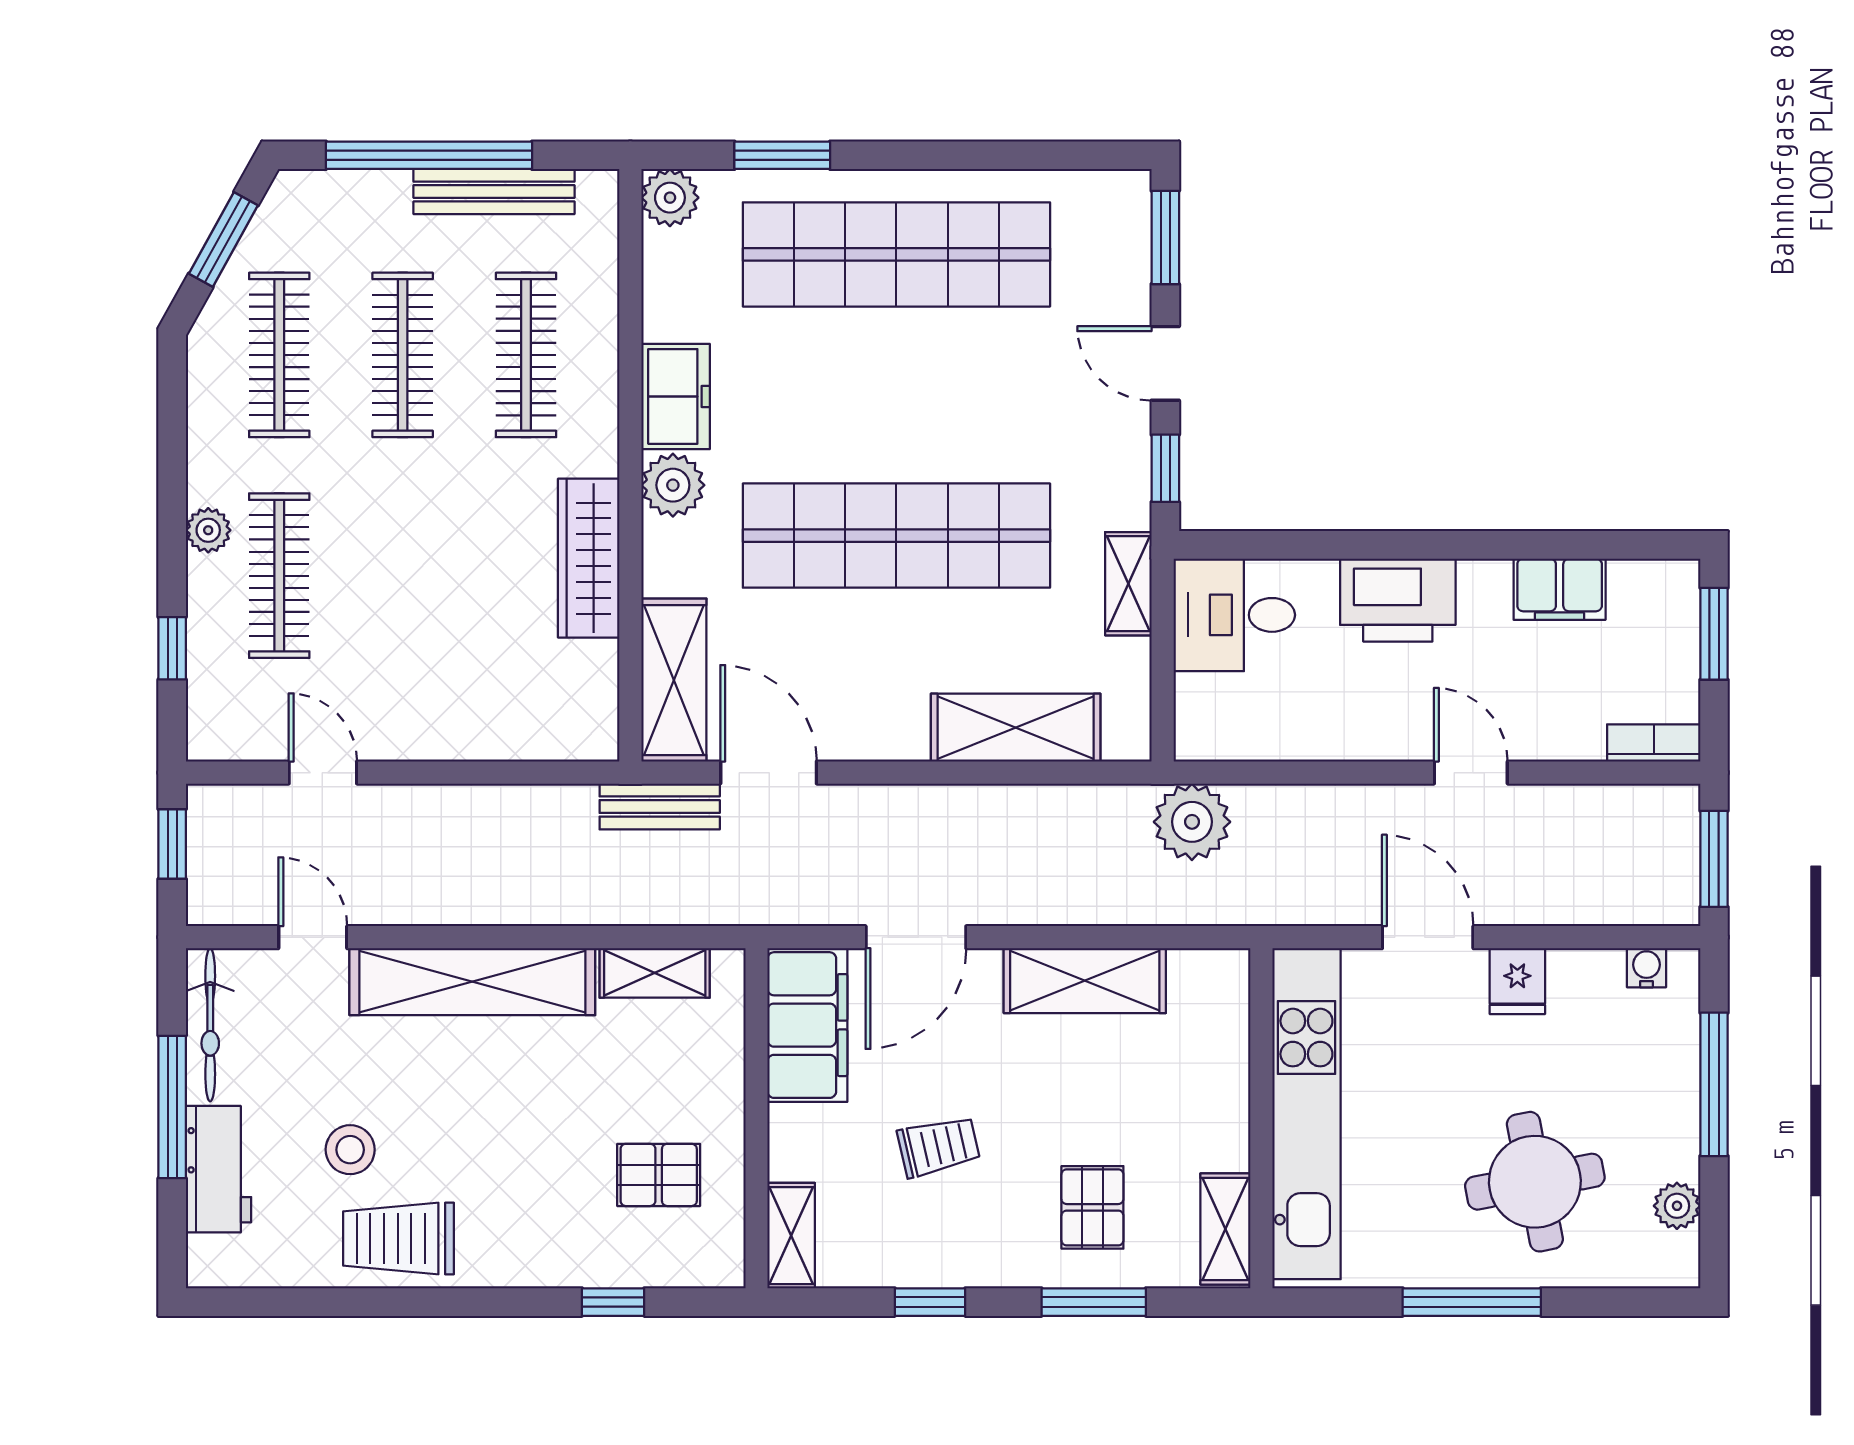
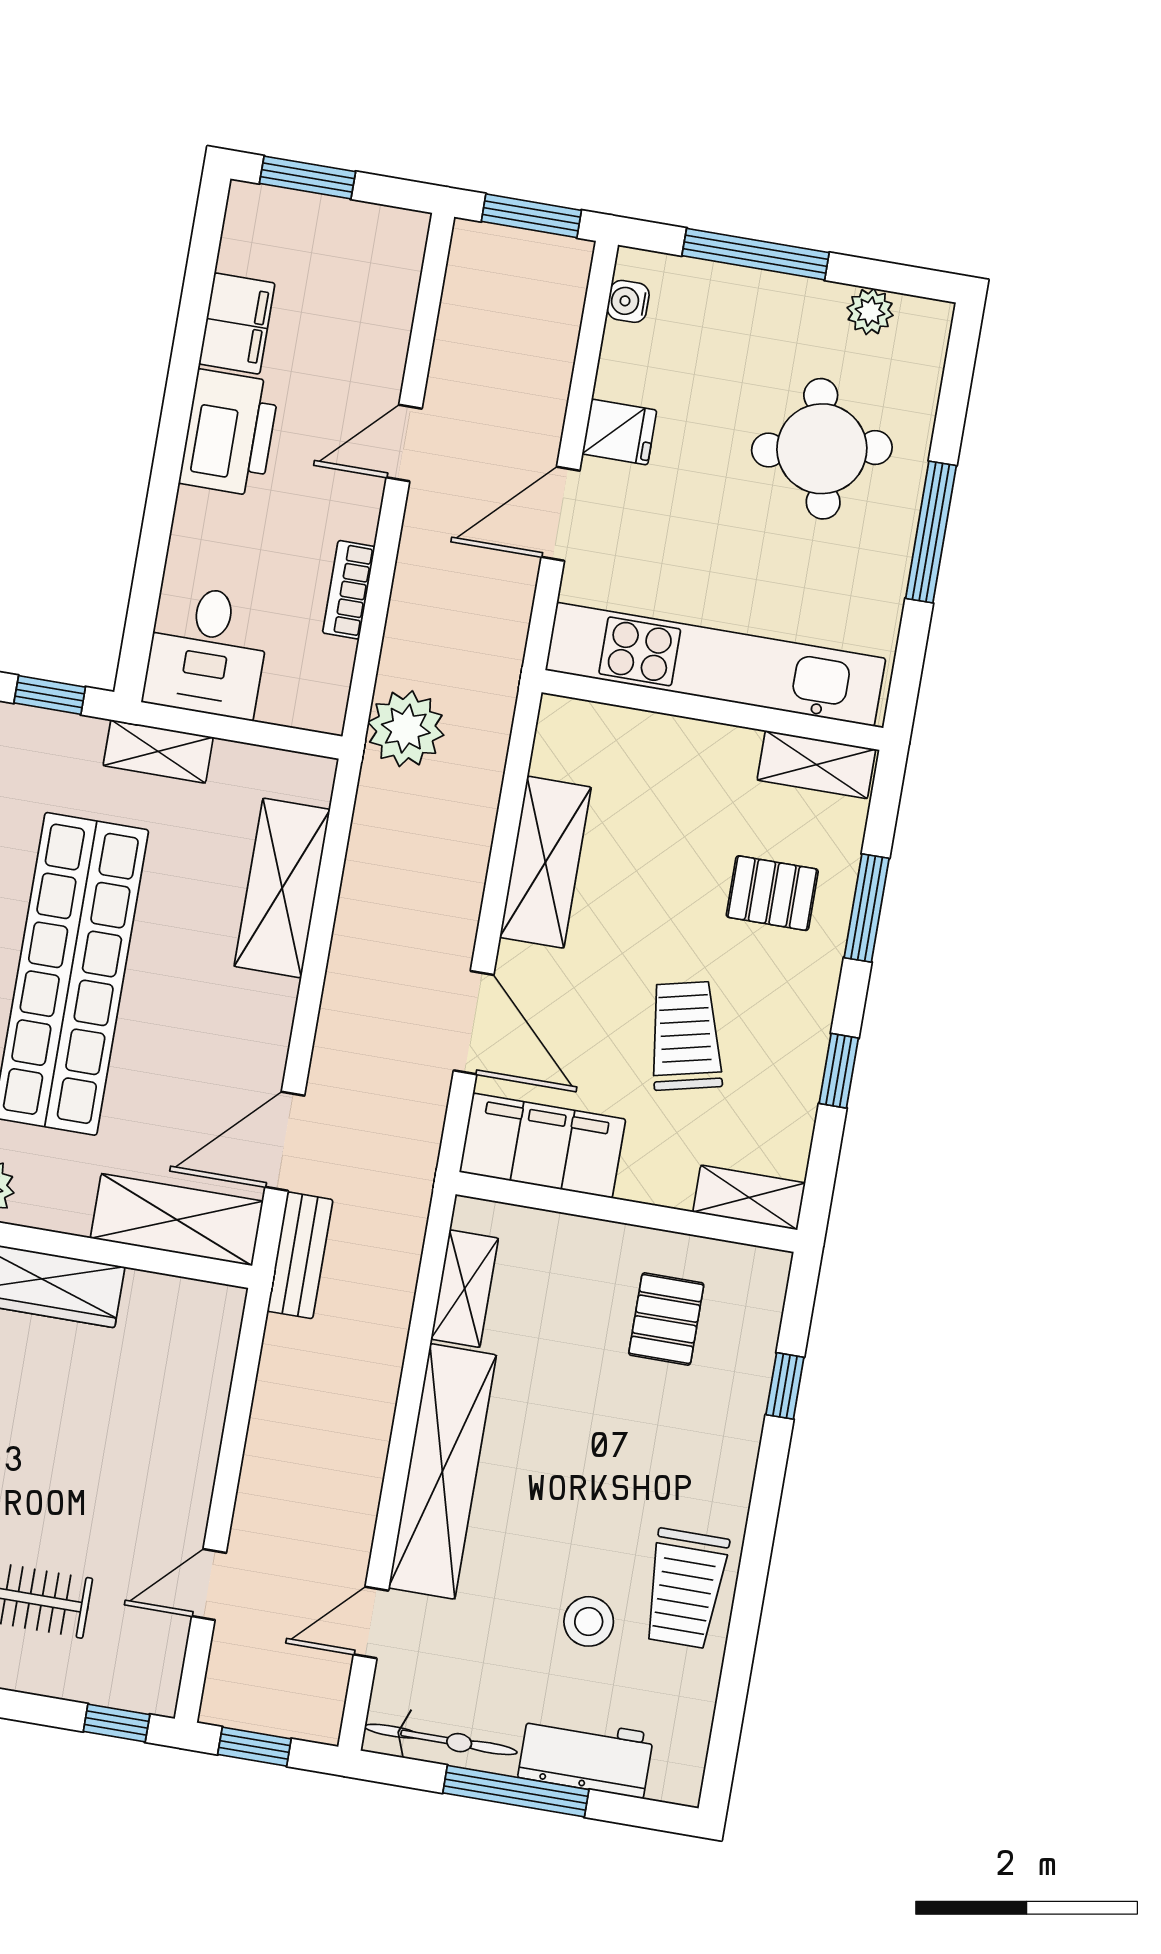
printer: (1398, 600) -> (229, 433), moved
window: (172, 648) -> (117, 1723), moved
bookcase: (1654, 743) -> (349, 590), moved
trolley: (939, 1146) -> (685, 1036), width x1.36, depth x1.39

